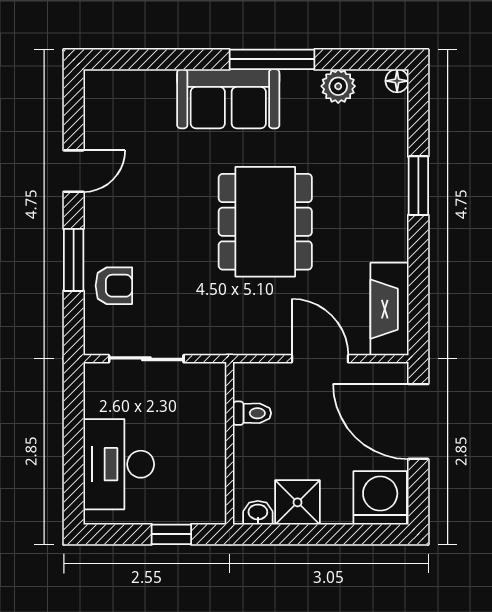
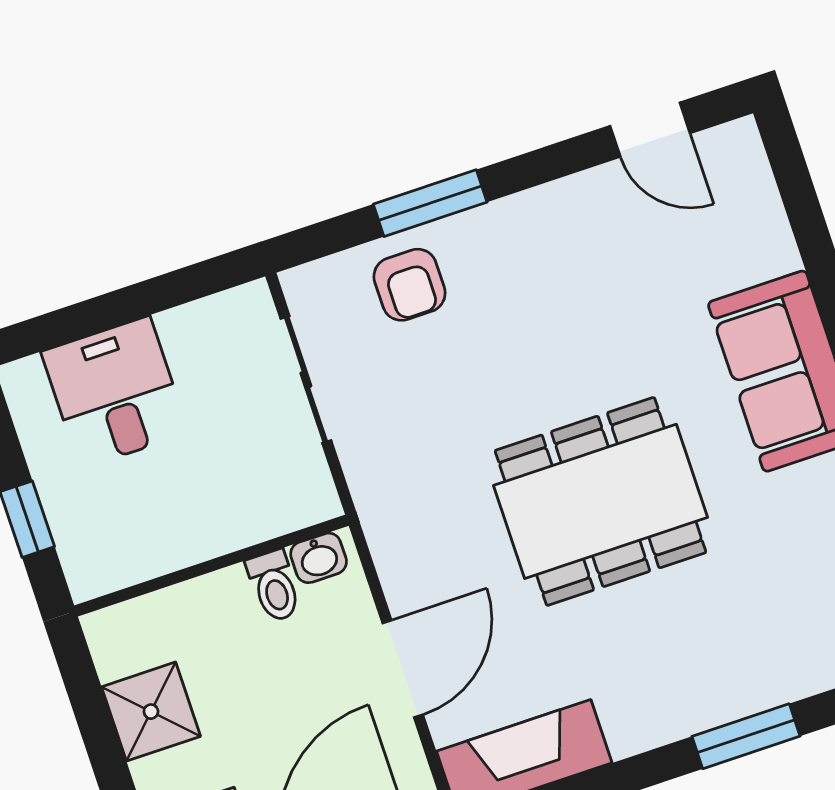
door: (74, 171) -> (650, 130), moved
desk: (119, 464) -> (115, 392), width x0.73
washbasin: (258, 513) -> (319, 558), moved, turned 90

